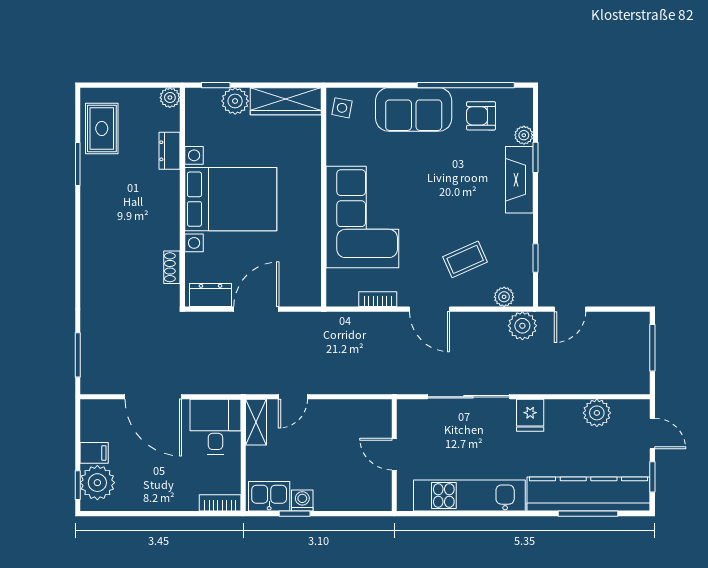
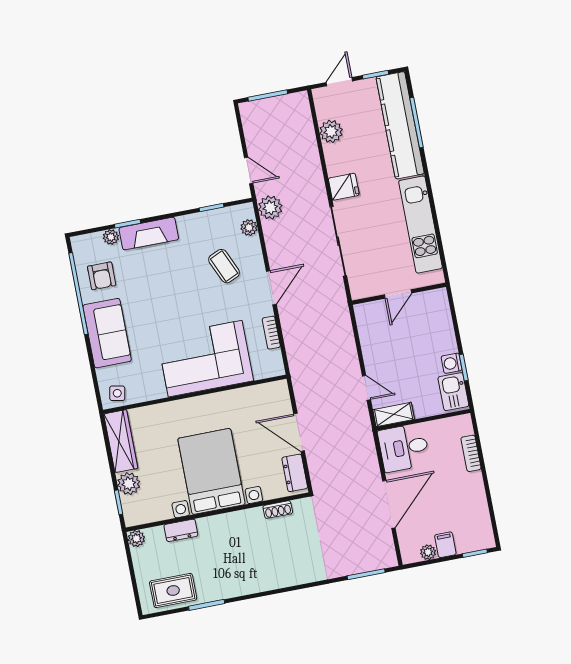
plant: (97, 483) -> (428, 552), moved, width x0.53, depth x0.53
bookcase: (220, 503) -> (471, 453), moved

